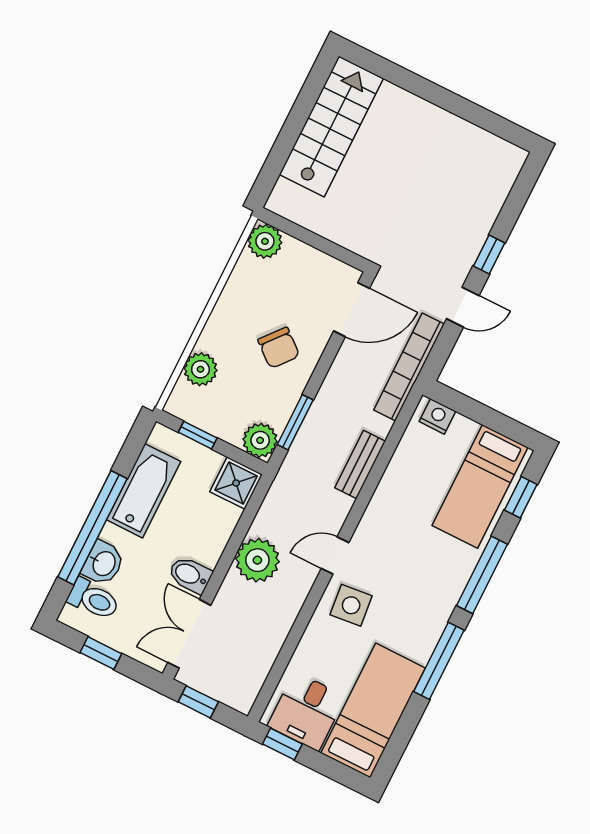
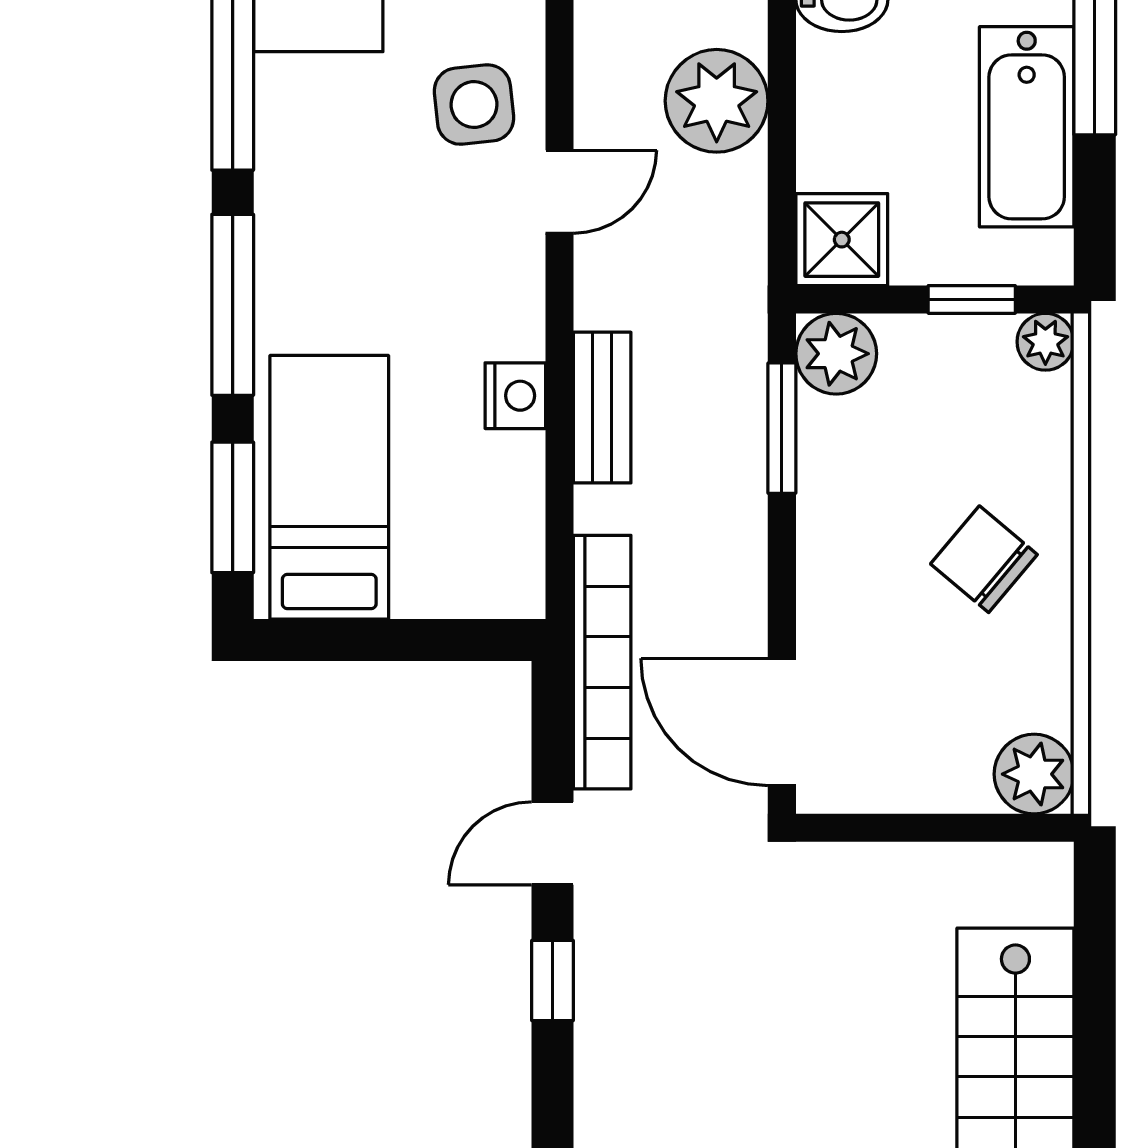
door: (352, 310) -> (782, 722), hinge flipped
chair: (279, 348) -> (984, 559), moved
plant: (200, 369) -> (1045, 342), moved, width x0.73, depth x0.73
nightstand: (437, 416) -> (515, 396), moved, turned -90
window: (521, 497) -> (233, 507), width x1.50

